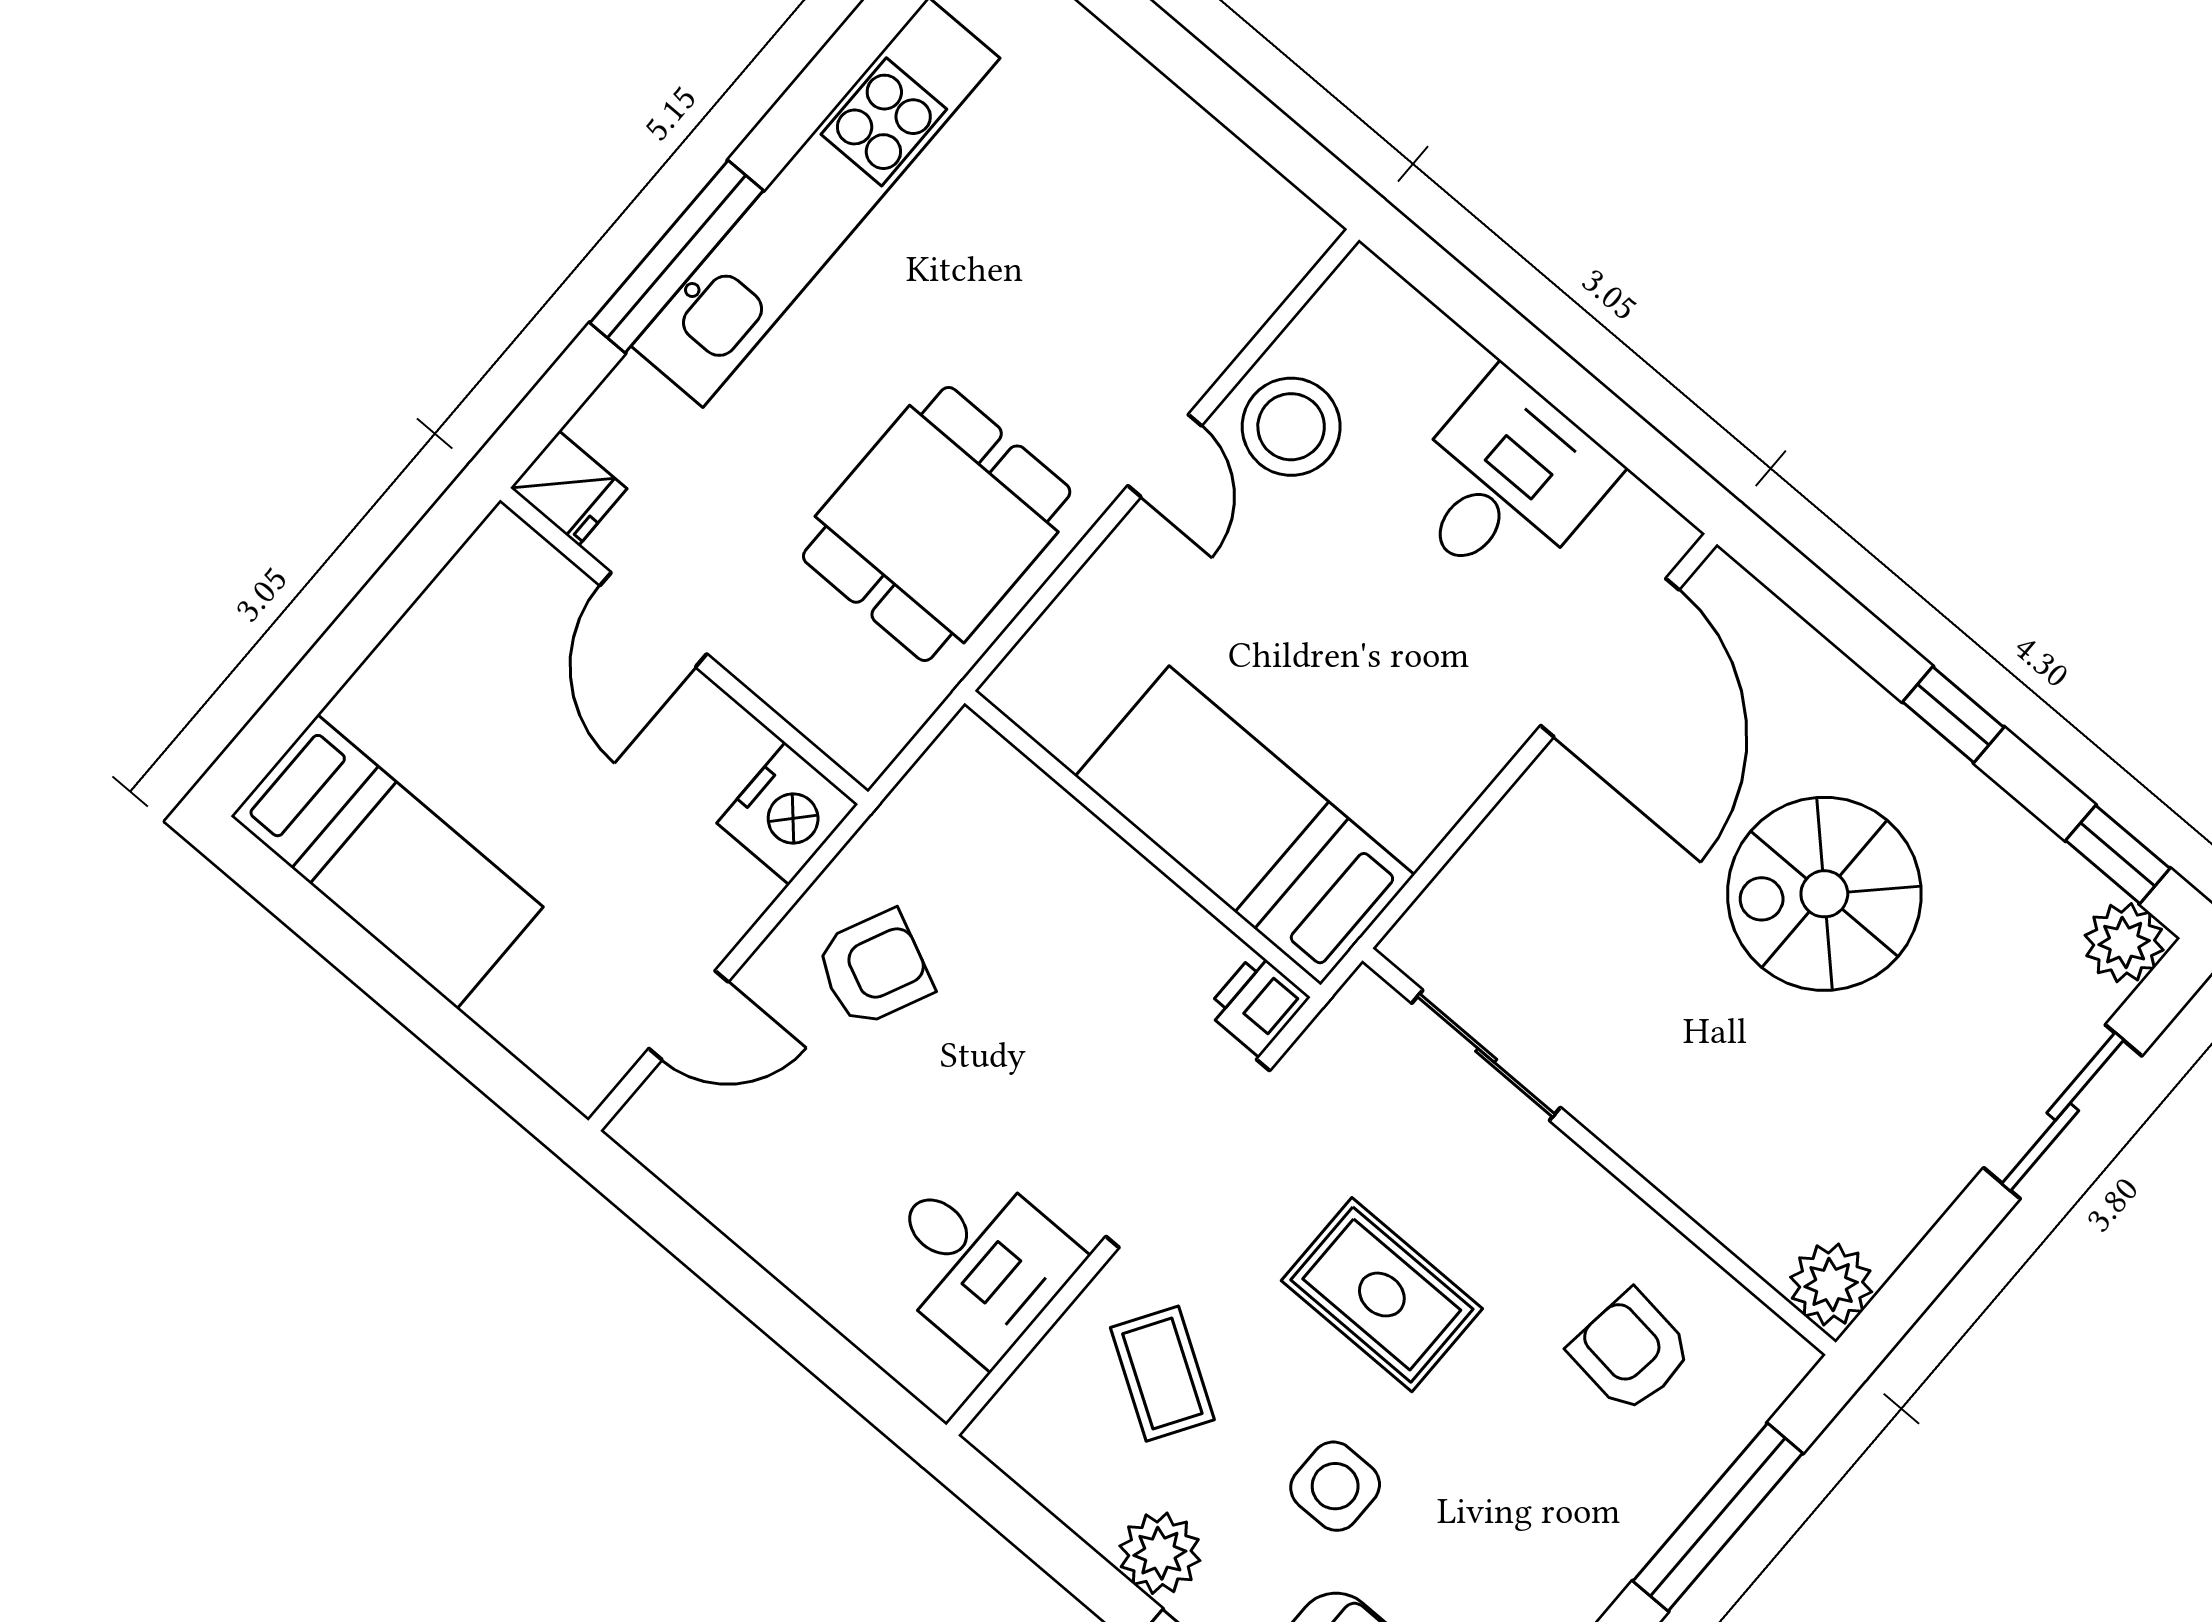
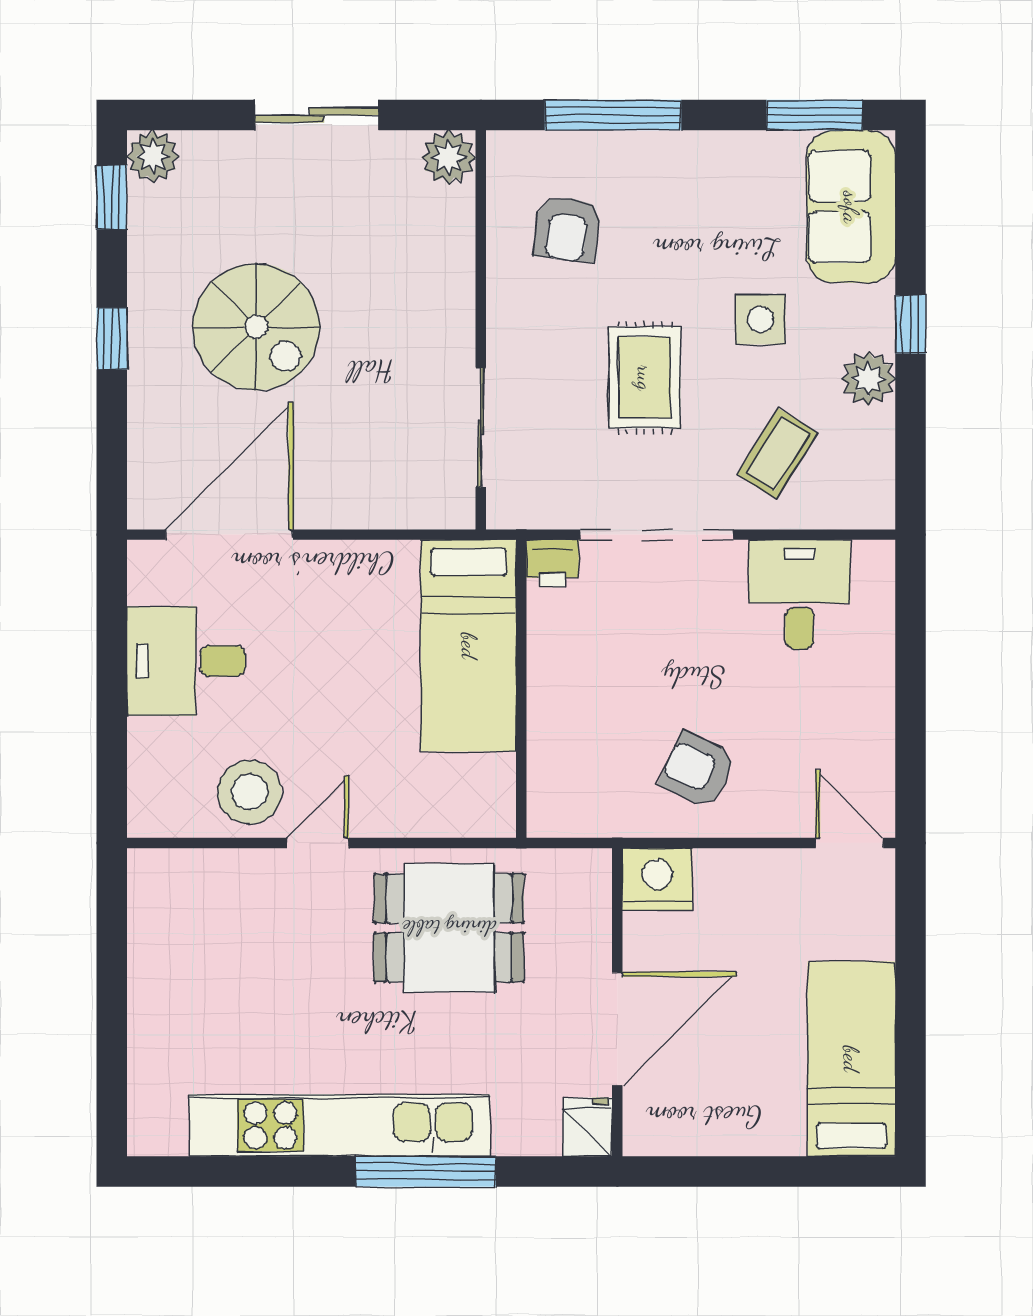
door: (653, 620) -> (617, 1029), width x1.36
door: (688, 1015) -> (849, 843), moved
sliding door: (2063, 1112) -> (317, 115), moved

